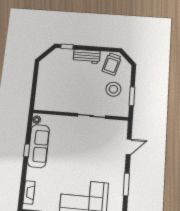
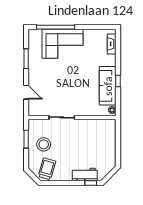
workbench: (87, 56) -> (85, 175), moved
door: (129, 147) -> (26, 92), swing flipped

